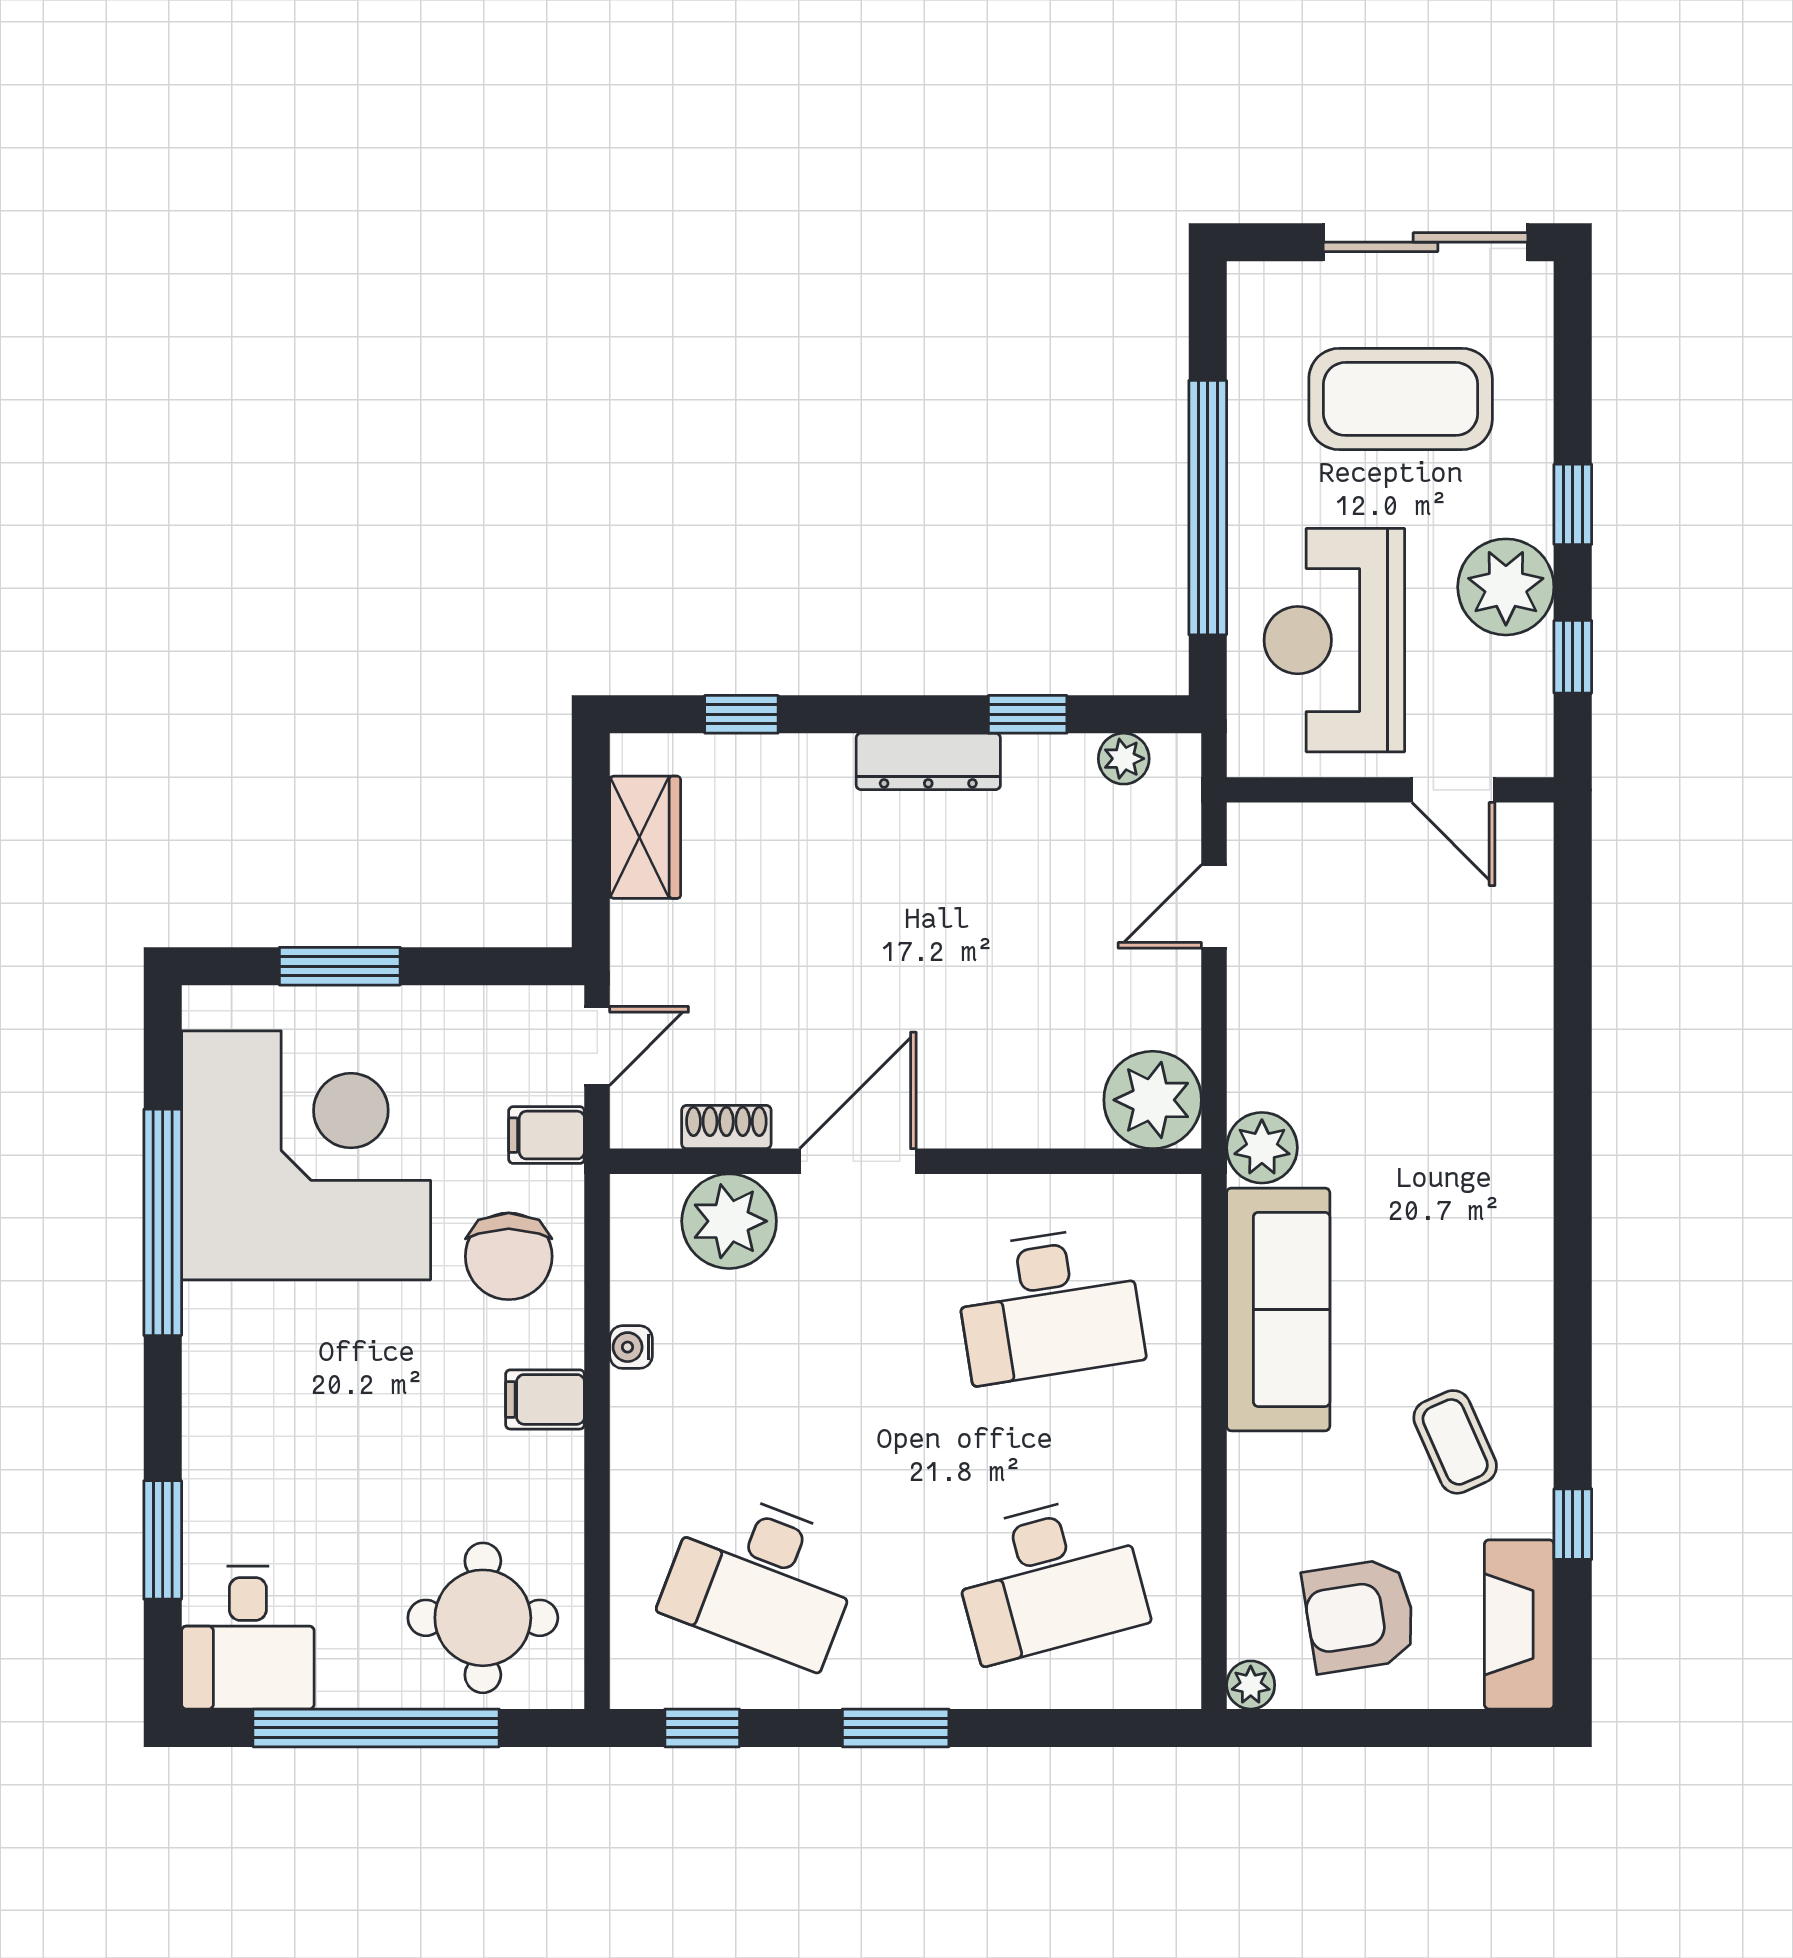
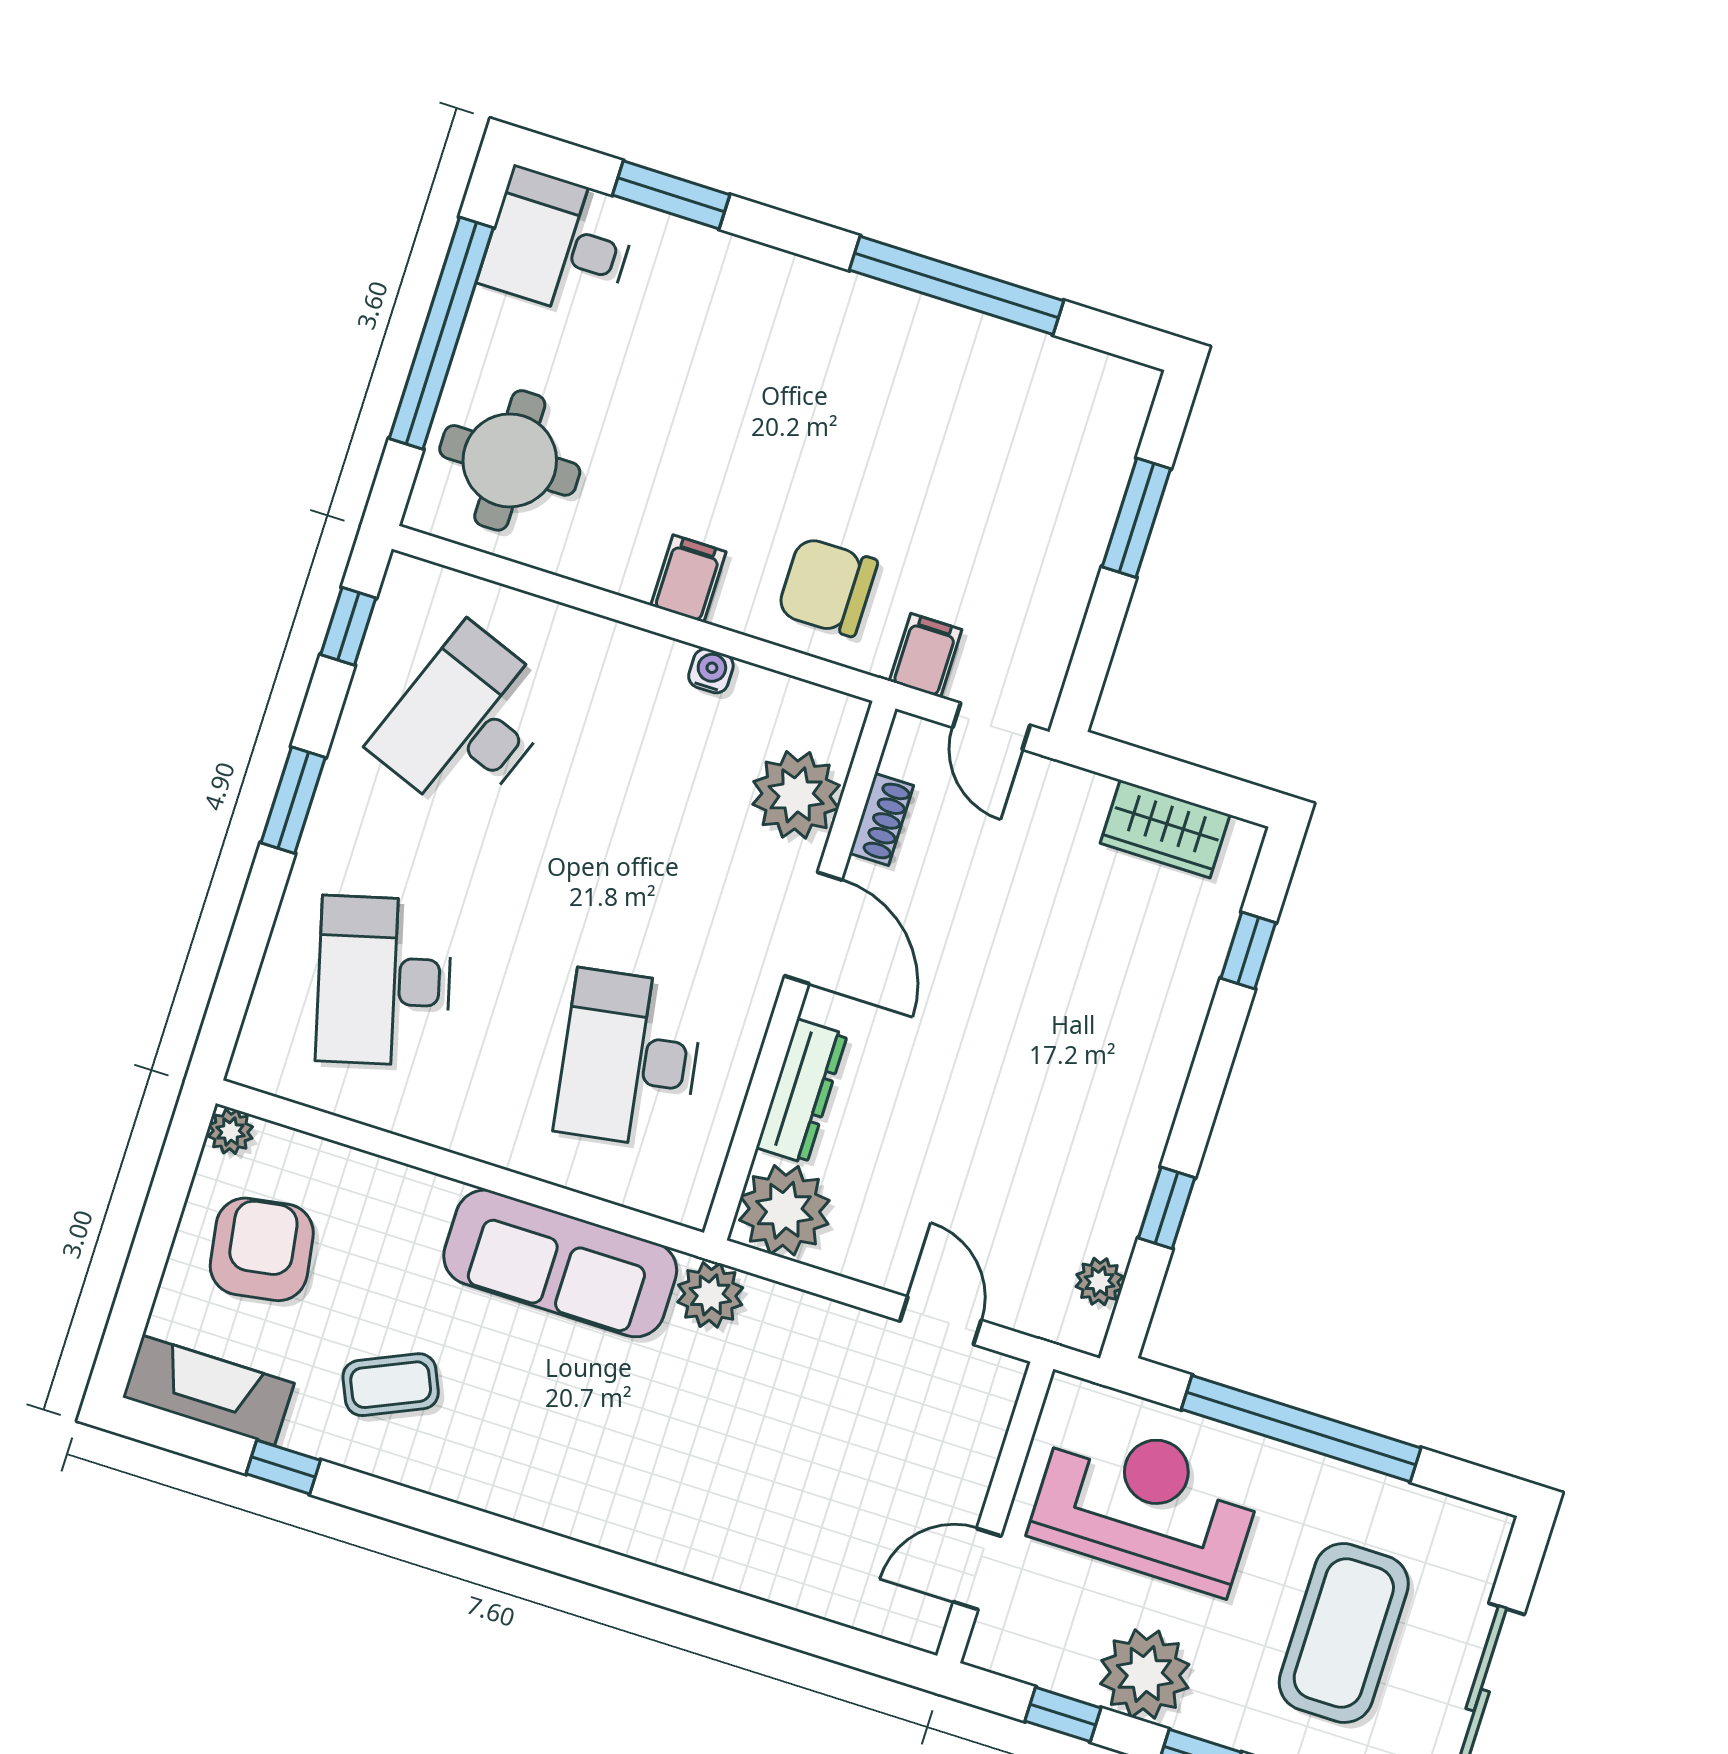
dresser: (928, 761) -> (802, 1091), moved, turned 180
corner desk: (306, 1155) -> (976, 433), removed

